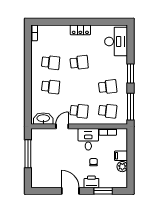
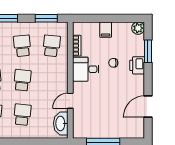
window: (130, 107) -> (46, 18), width x0.69
school desk: (79, 111) -> (22, 80), moved
door: (62, 126) -> (70, 101), hinge flipped
plant: (122, 167) -> (138, 28), moved
door: (70, 191) -> (148, 107), moved

